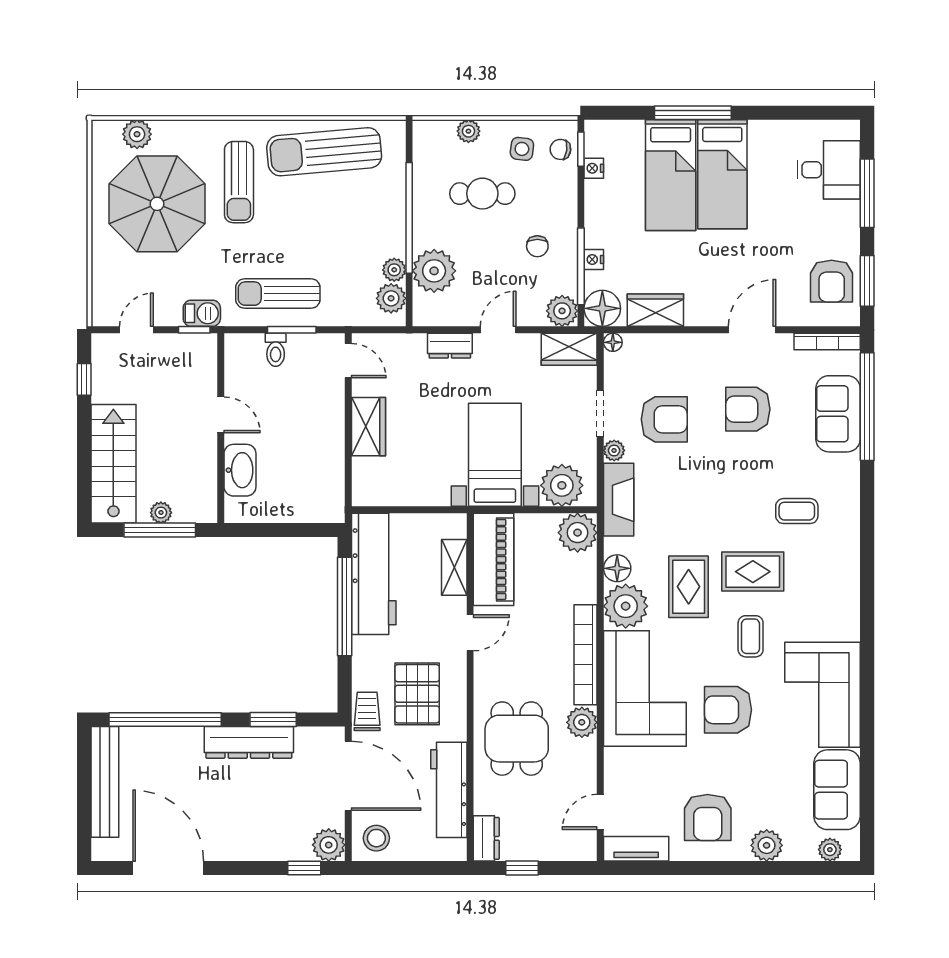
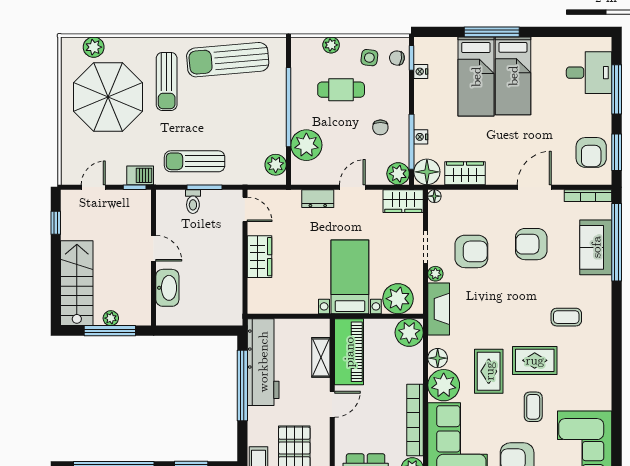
plant: (394, 270) -> (278, 144), removed

